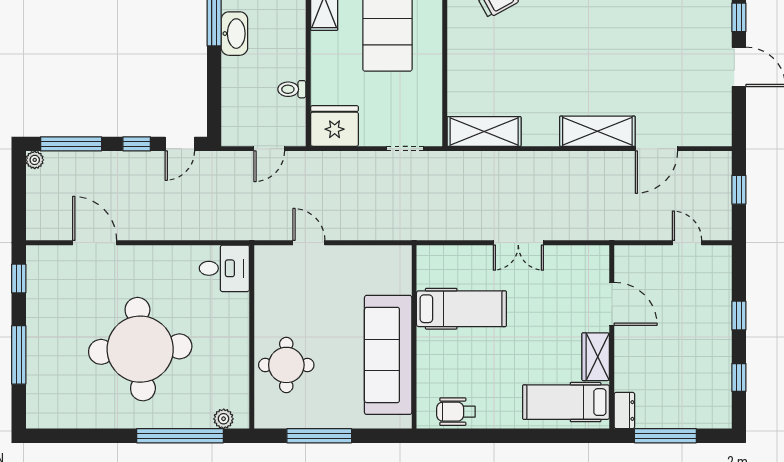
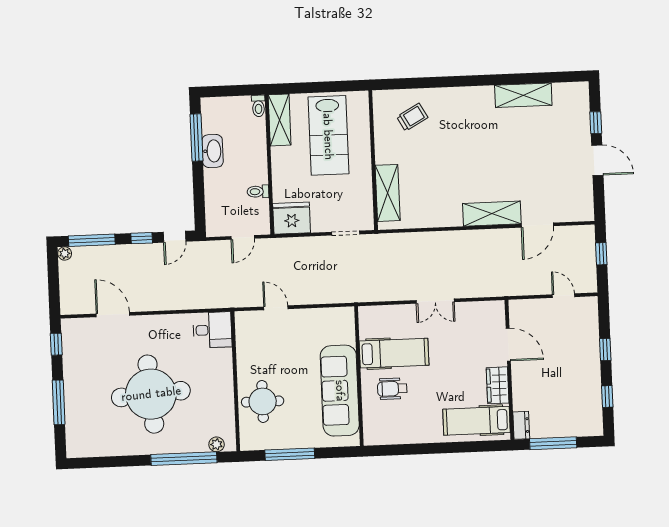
shelving: (484, 131) -> (388, 193), moved, turned 90
wheelchair: (456, 412) -> (392, 389), moved

